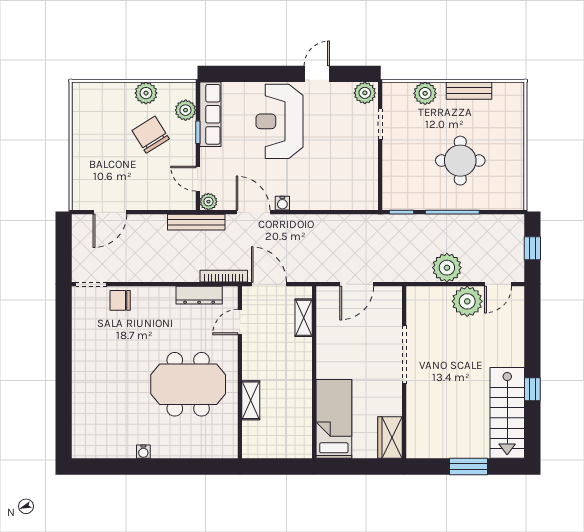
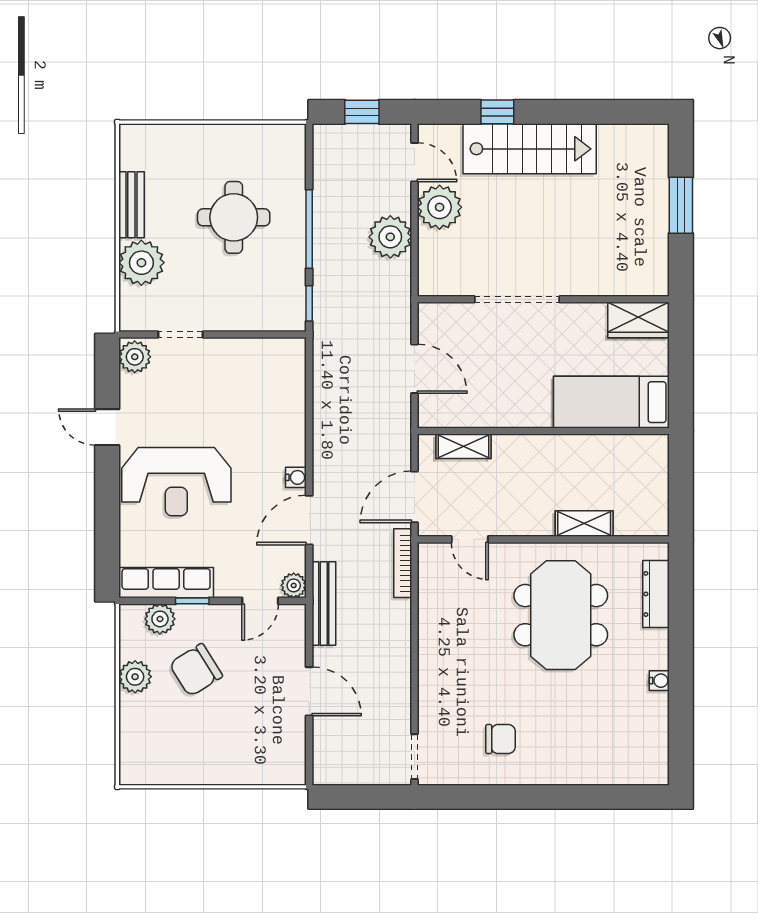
plant: (425, 93) -> (141, 263), width x1.36, depth x1.36
door: (110, 212) -> (309, 691), moved
dresser: (199, 295) -> (656, 594), moved, turned 180
chair: (120, 300) -> (501, 739), moved, turned -90
window: (532, 389) -> (497, 112), moved
stairs: (507, 413) -> (530, 149), moved

